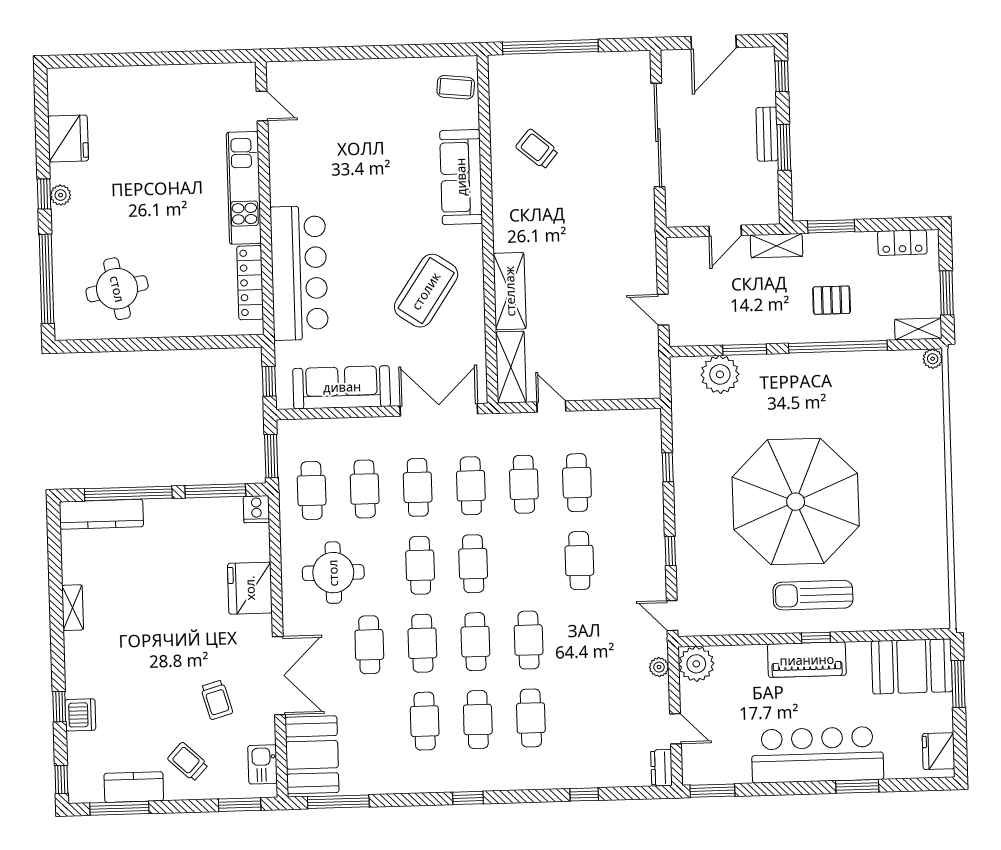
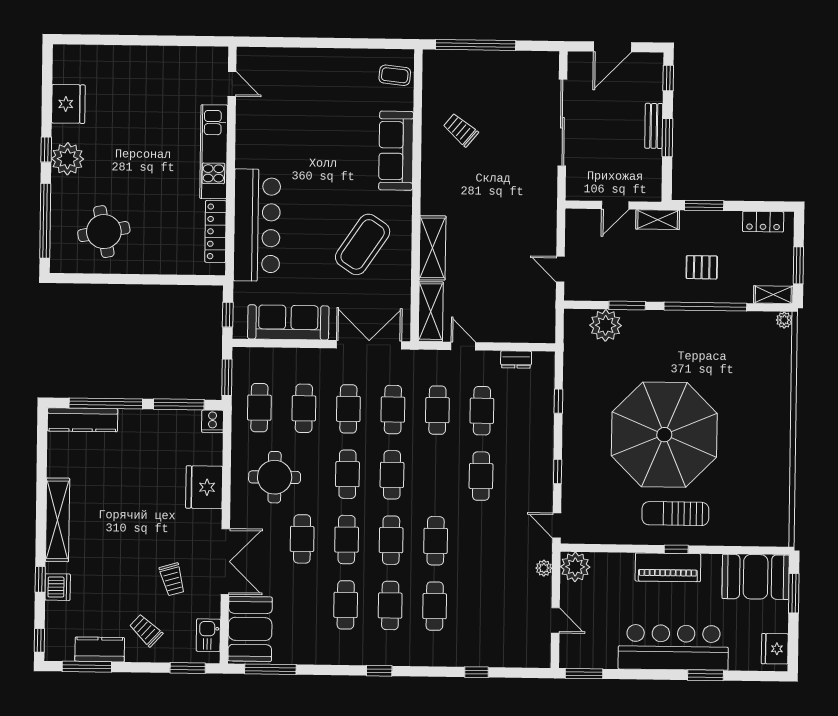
plant: (61, 195) -> (68, 159), width x1.87, depth x1.87
shelving: (73, 608) -> (58, 520), width x2.20, depth x1.33
dresser: (662, 768) -> (516, 360), moved, turned -90

